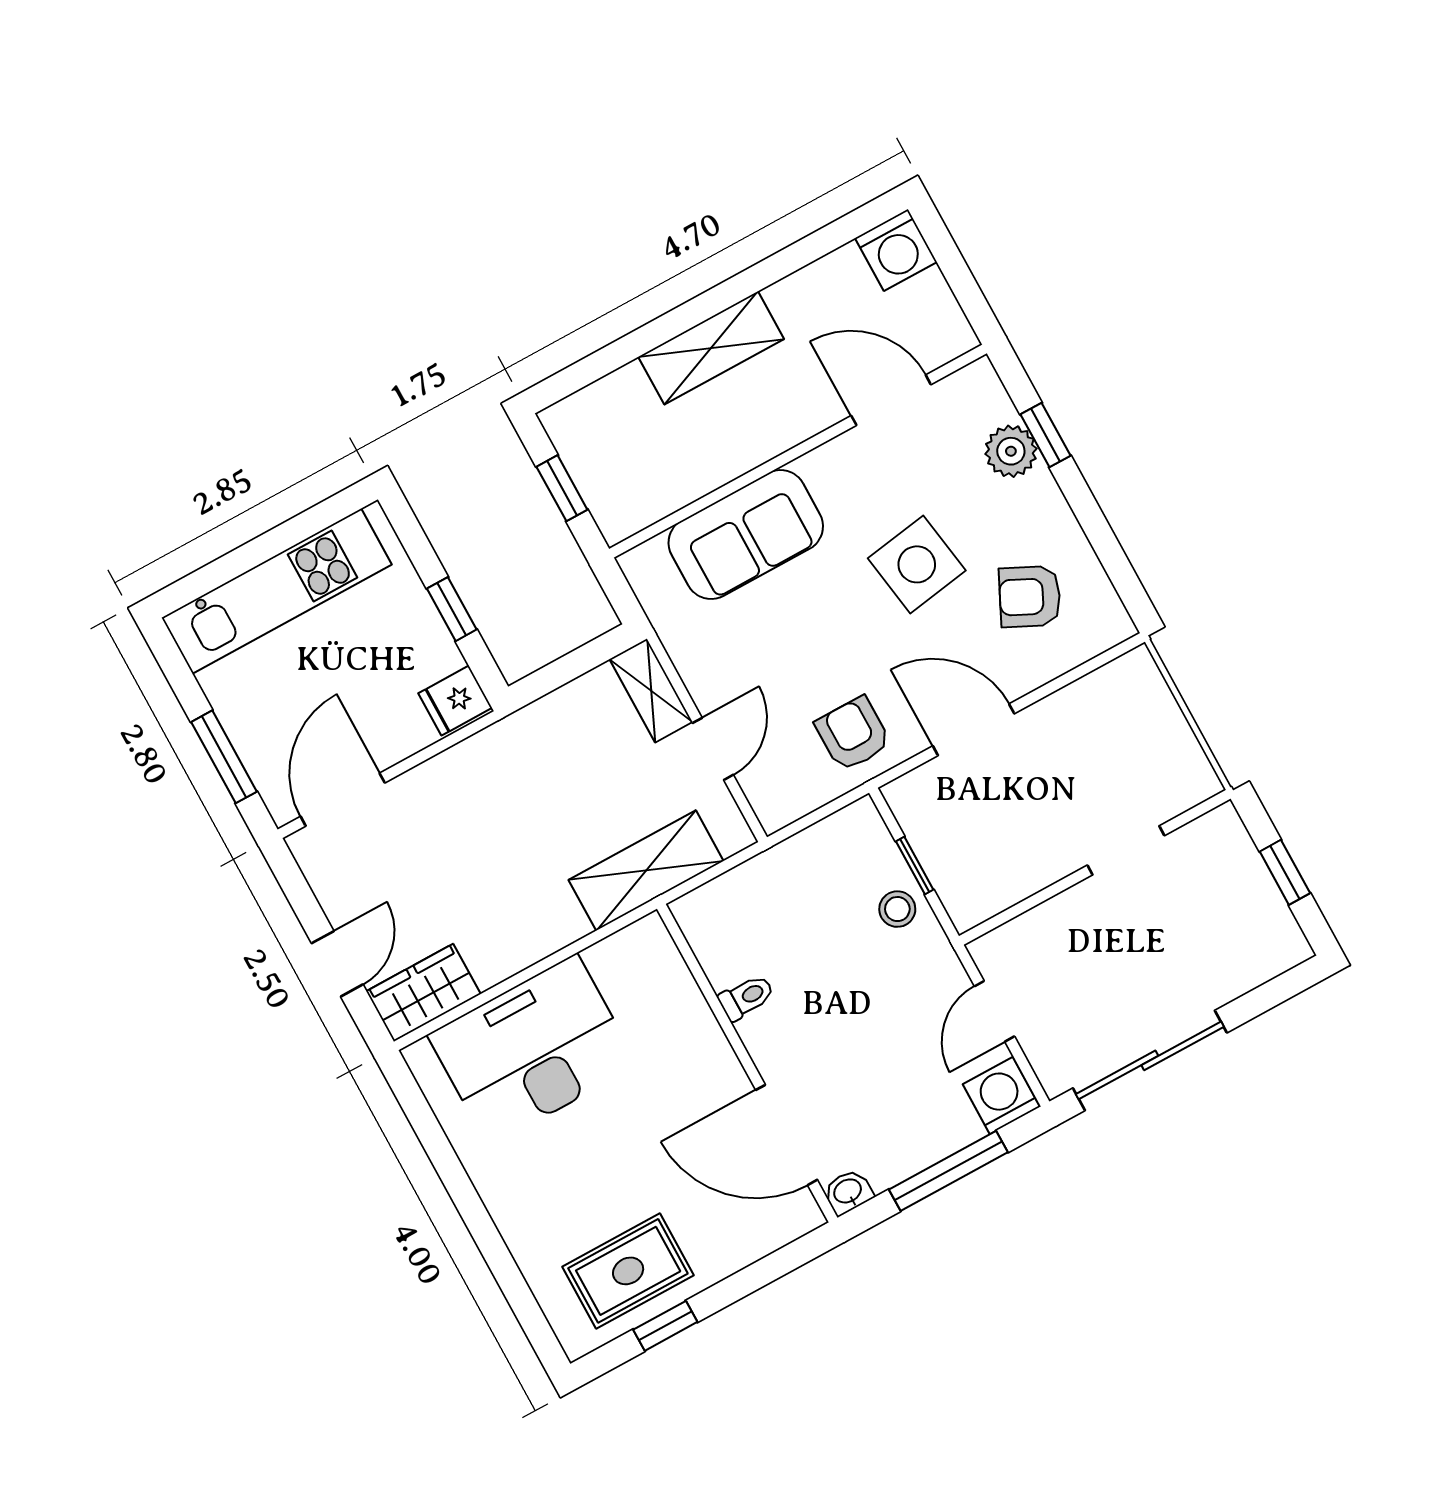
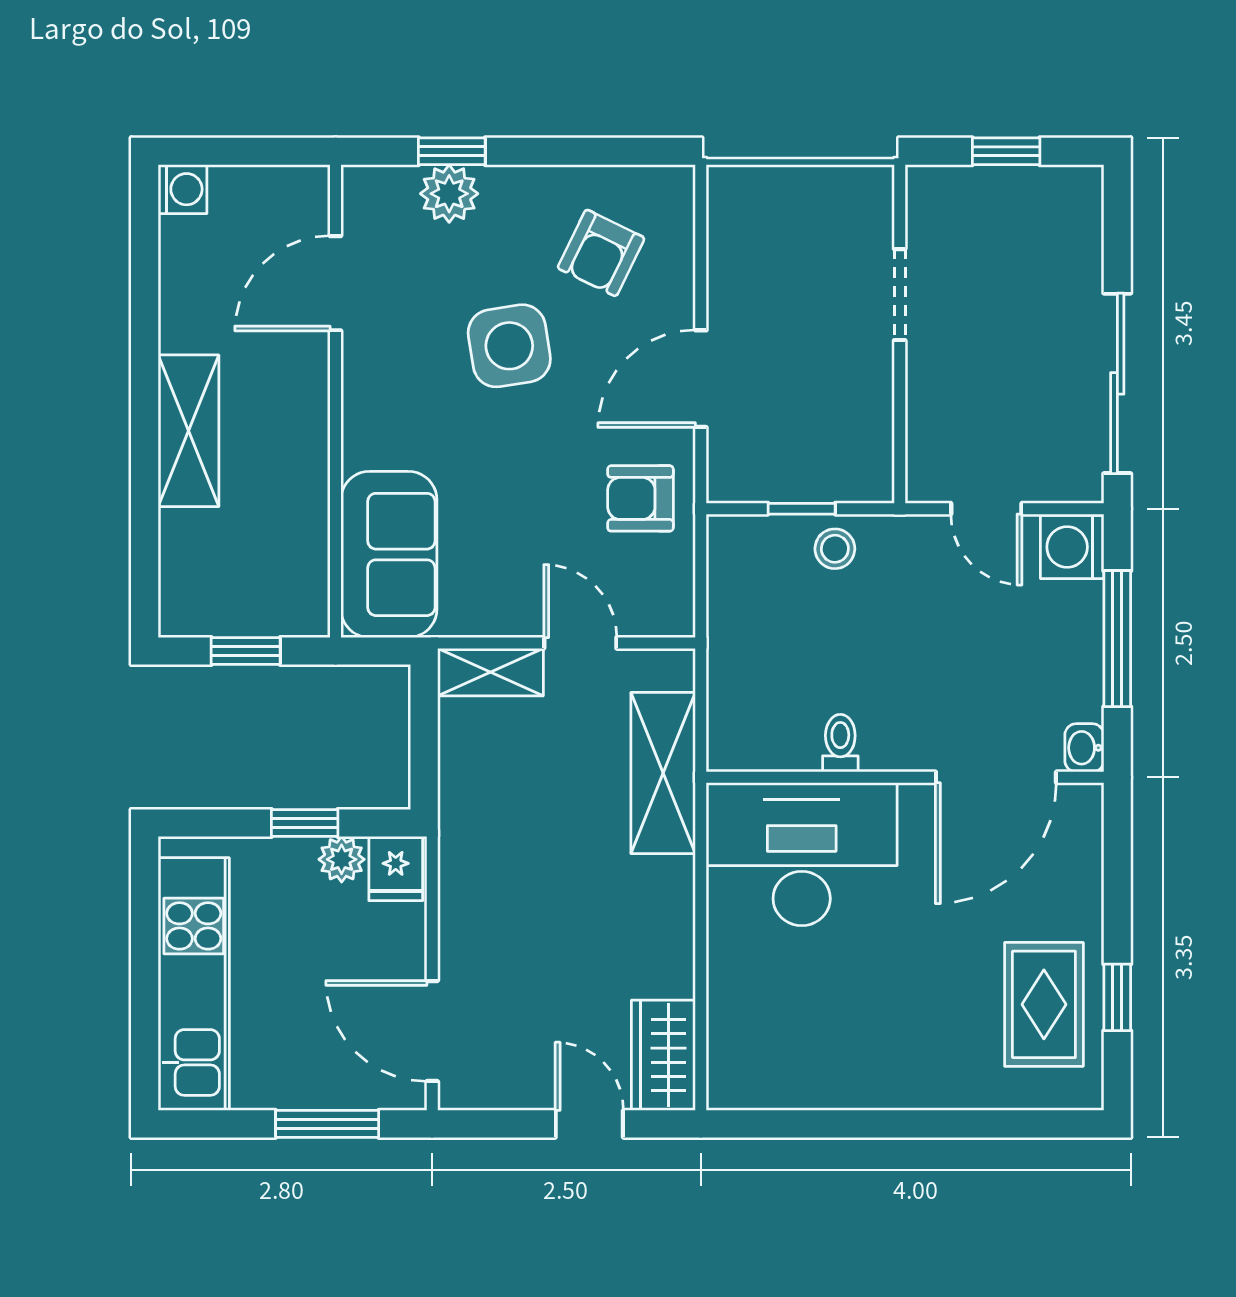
washing machine: (896, 250) -> (183, 189), width x0.73, depth x0.73
sofa: (746, 535) -> (389, 554), moved
plant: (439, 654) -> (342, 859), added
desk: (533, 1050) -> (802, 854), moved, turned 90

